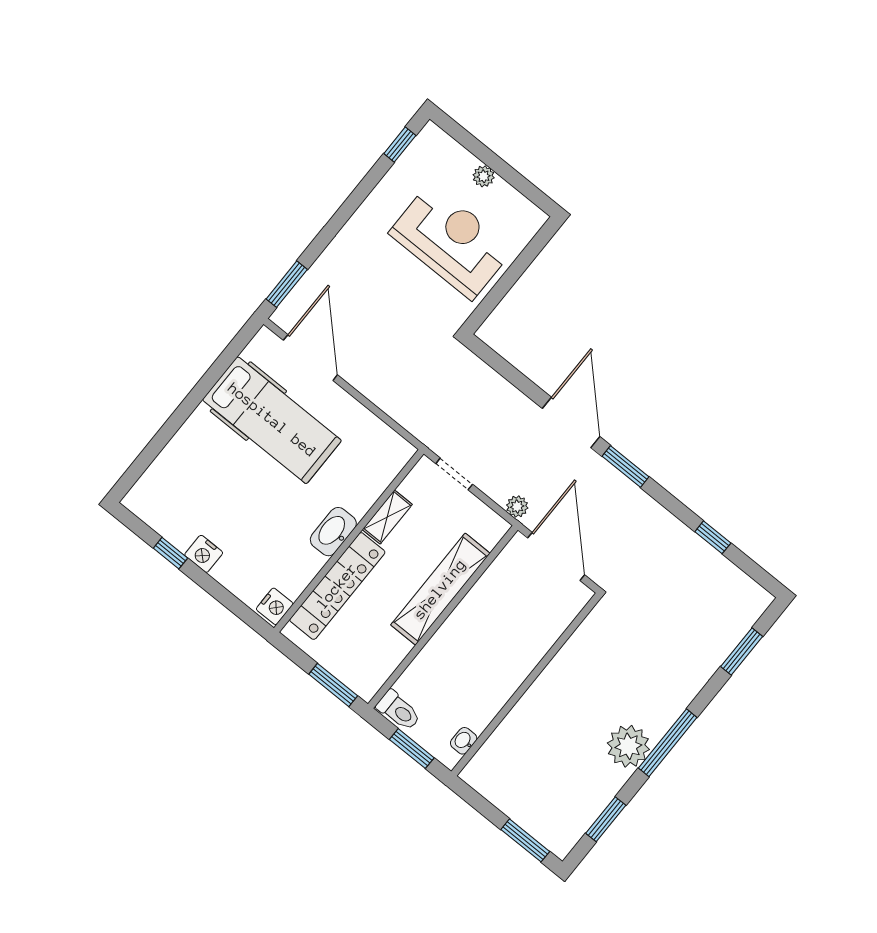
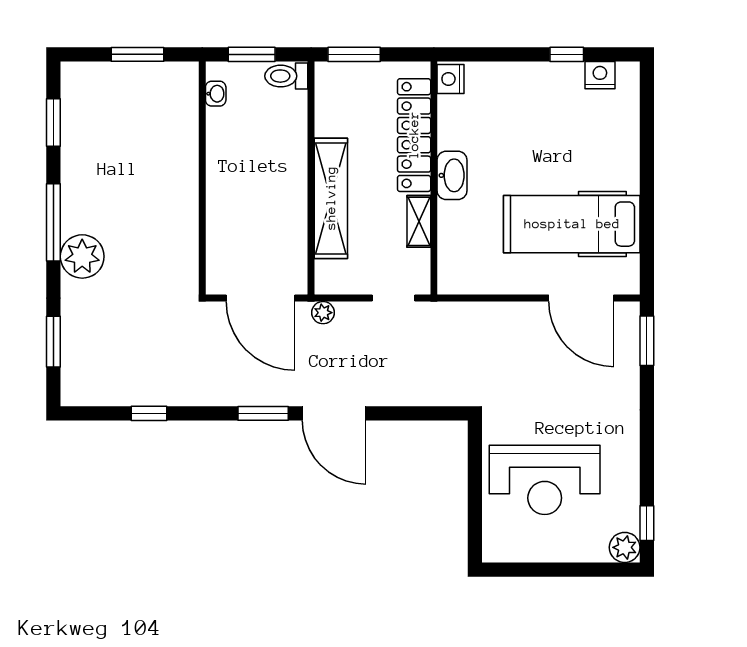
plant: (484, 176) -> (625, 547), moved, width x1.38, depth x1.38
nightstand: (204, 554) -> (600, 75), moved
plant: (628, 746) -> (82, 256), moved
window: (525, 840) -> (138, 54), moved

